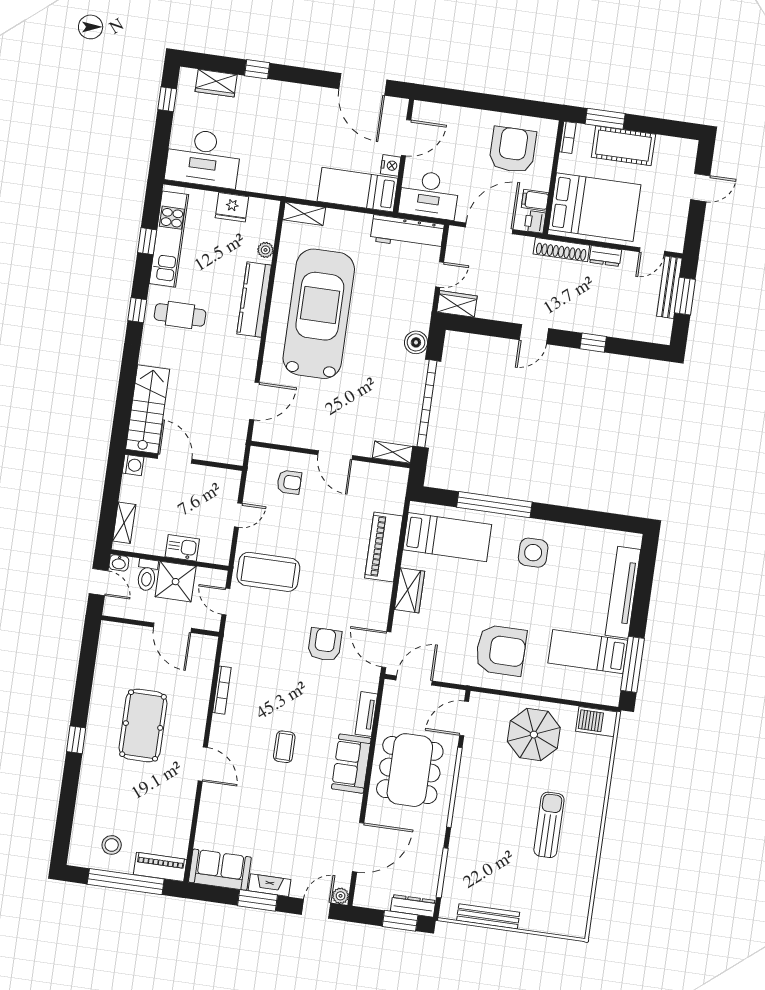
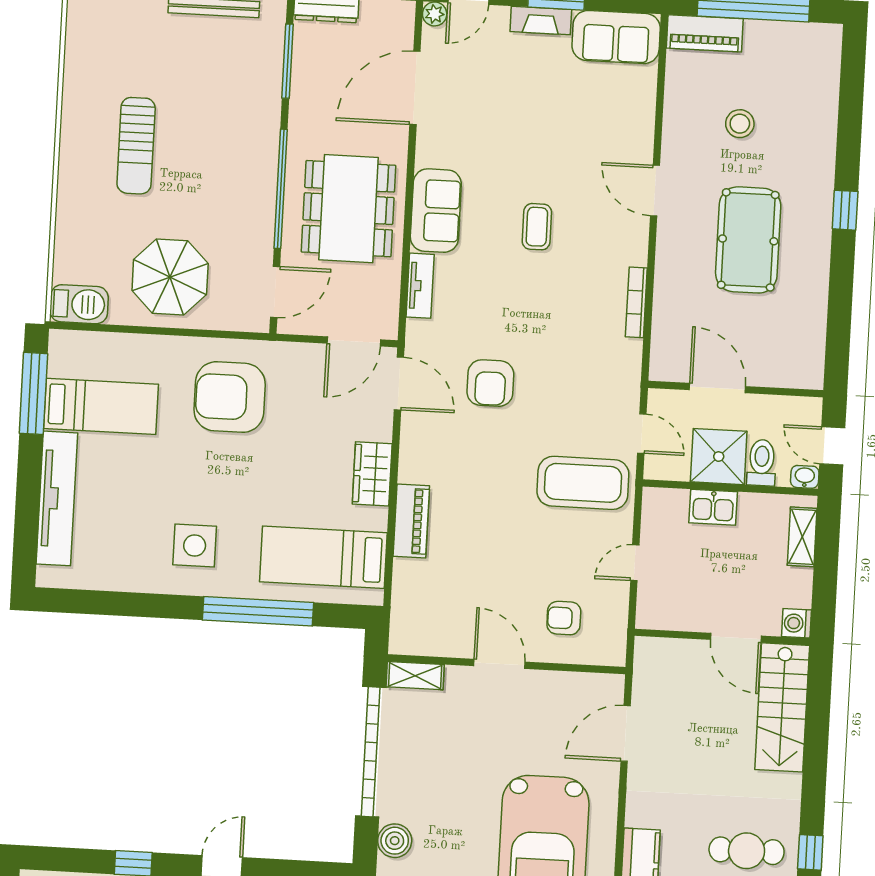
piano: (384, 547) -> (411, 521), width x0.73, depth x0.75
stool: (112, 845) -> (740, 124), moved

